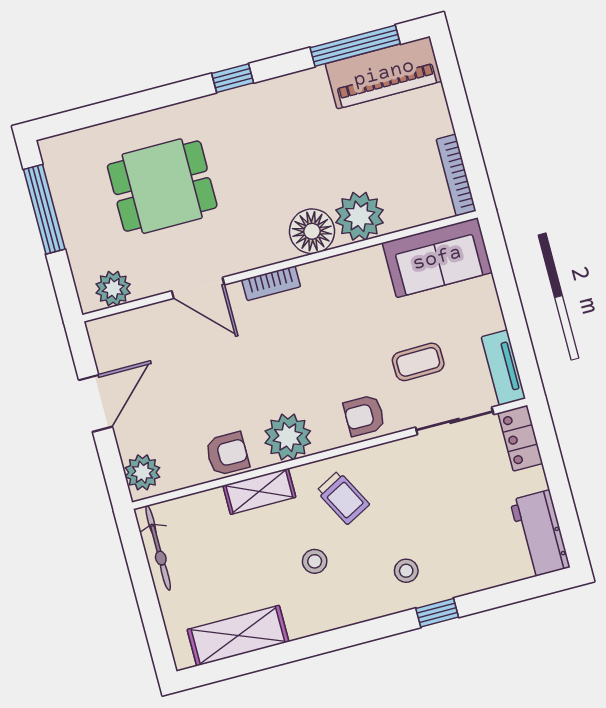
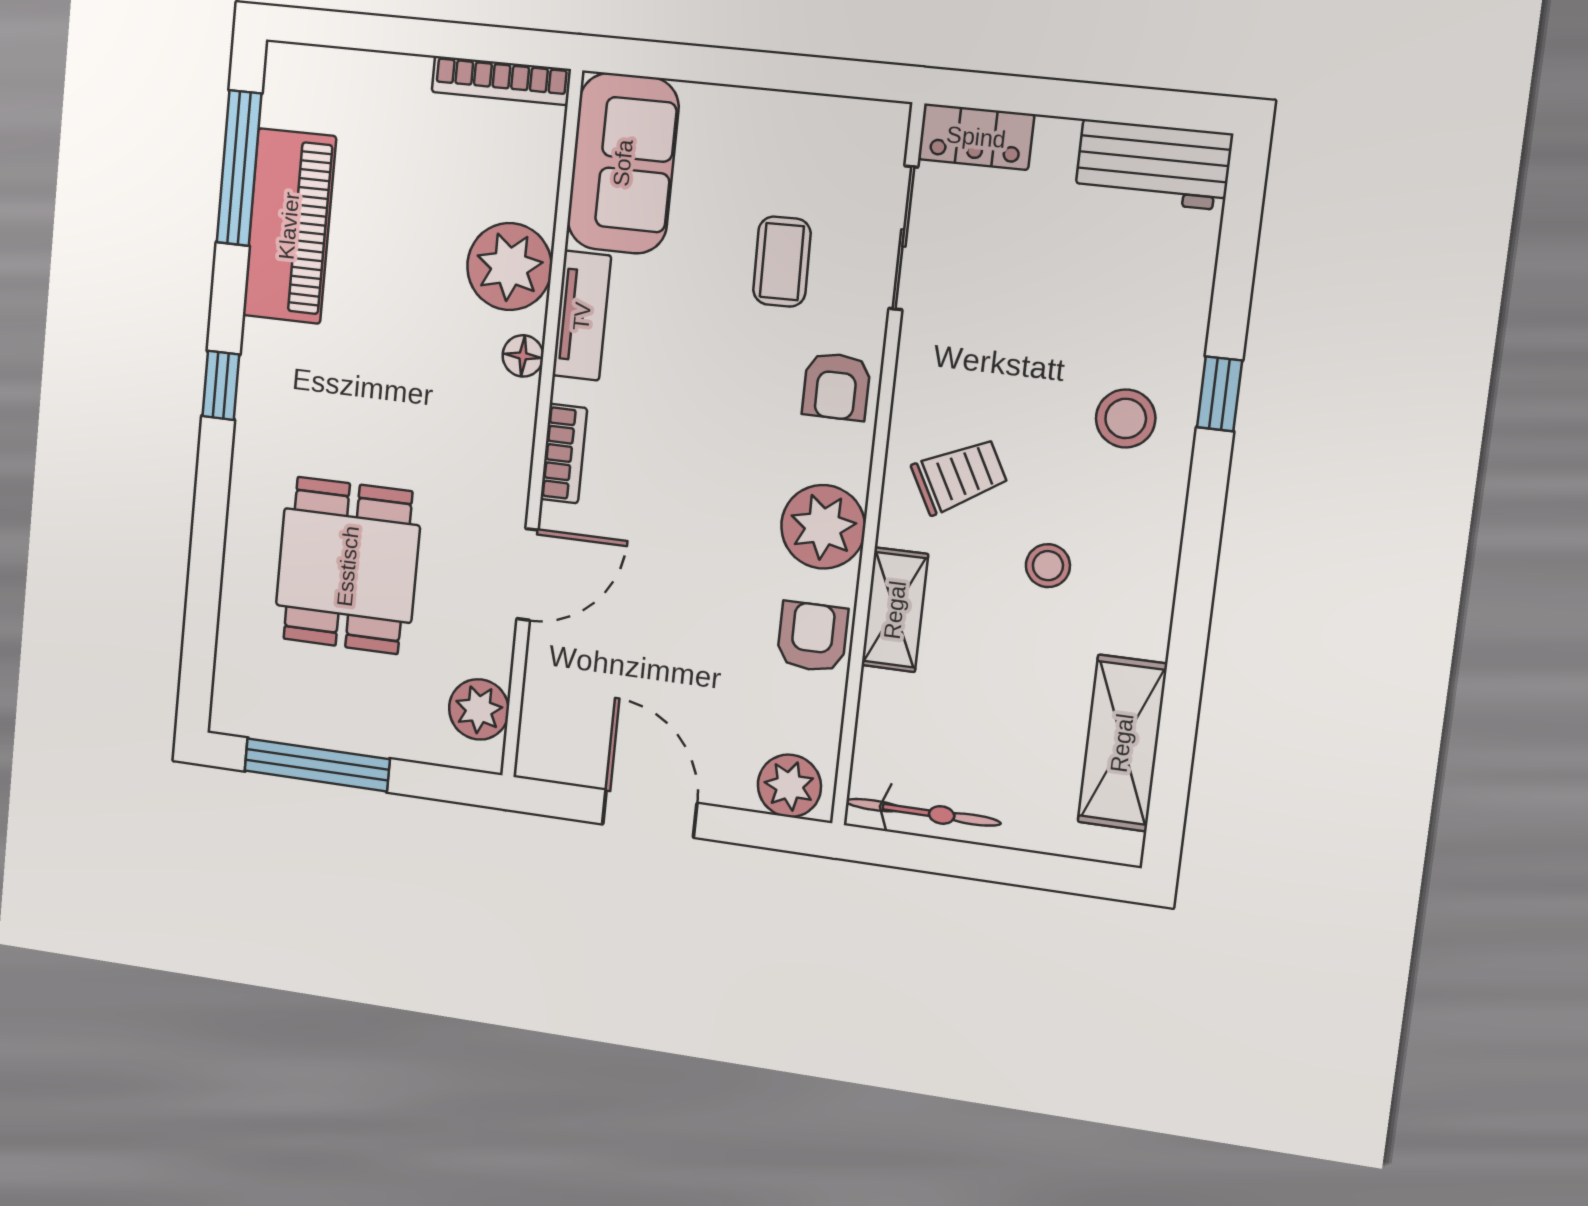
piano: (384, 73) -> (289, 226), moved
floor lamp: (312, 231) -> (523, 356), width x0.53, depth x0.53
tv unit: (503, 368) -> (582, 316), moved, turned -90
stool: (406, 571) -> (1126, 418), width x1.37, depth x1.37

